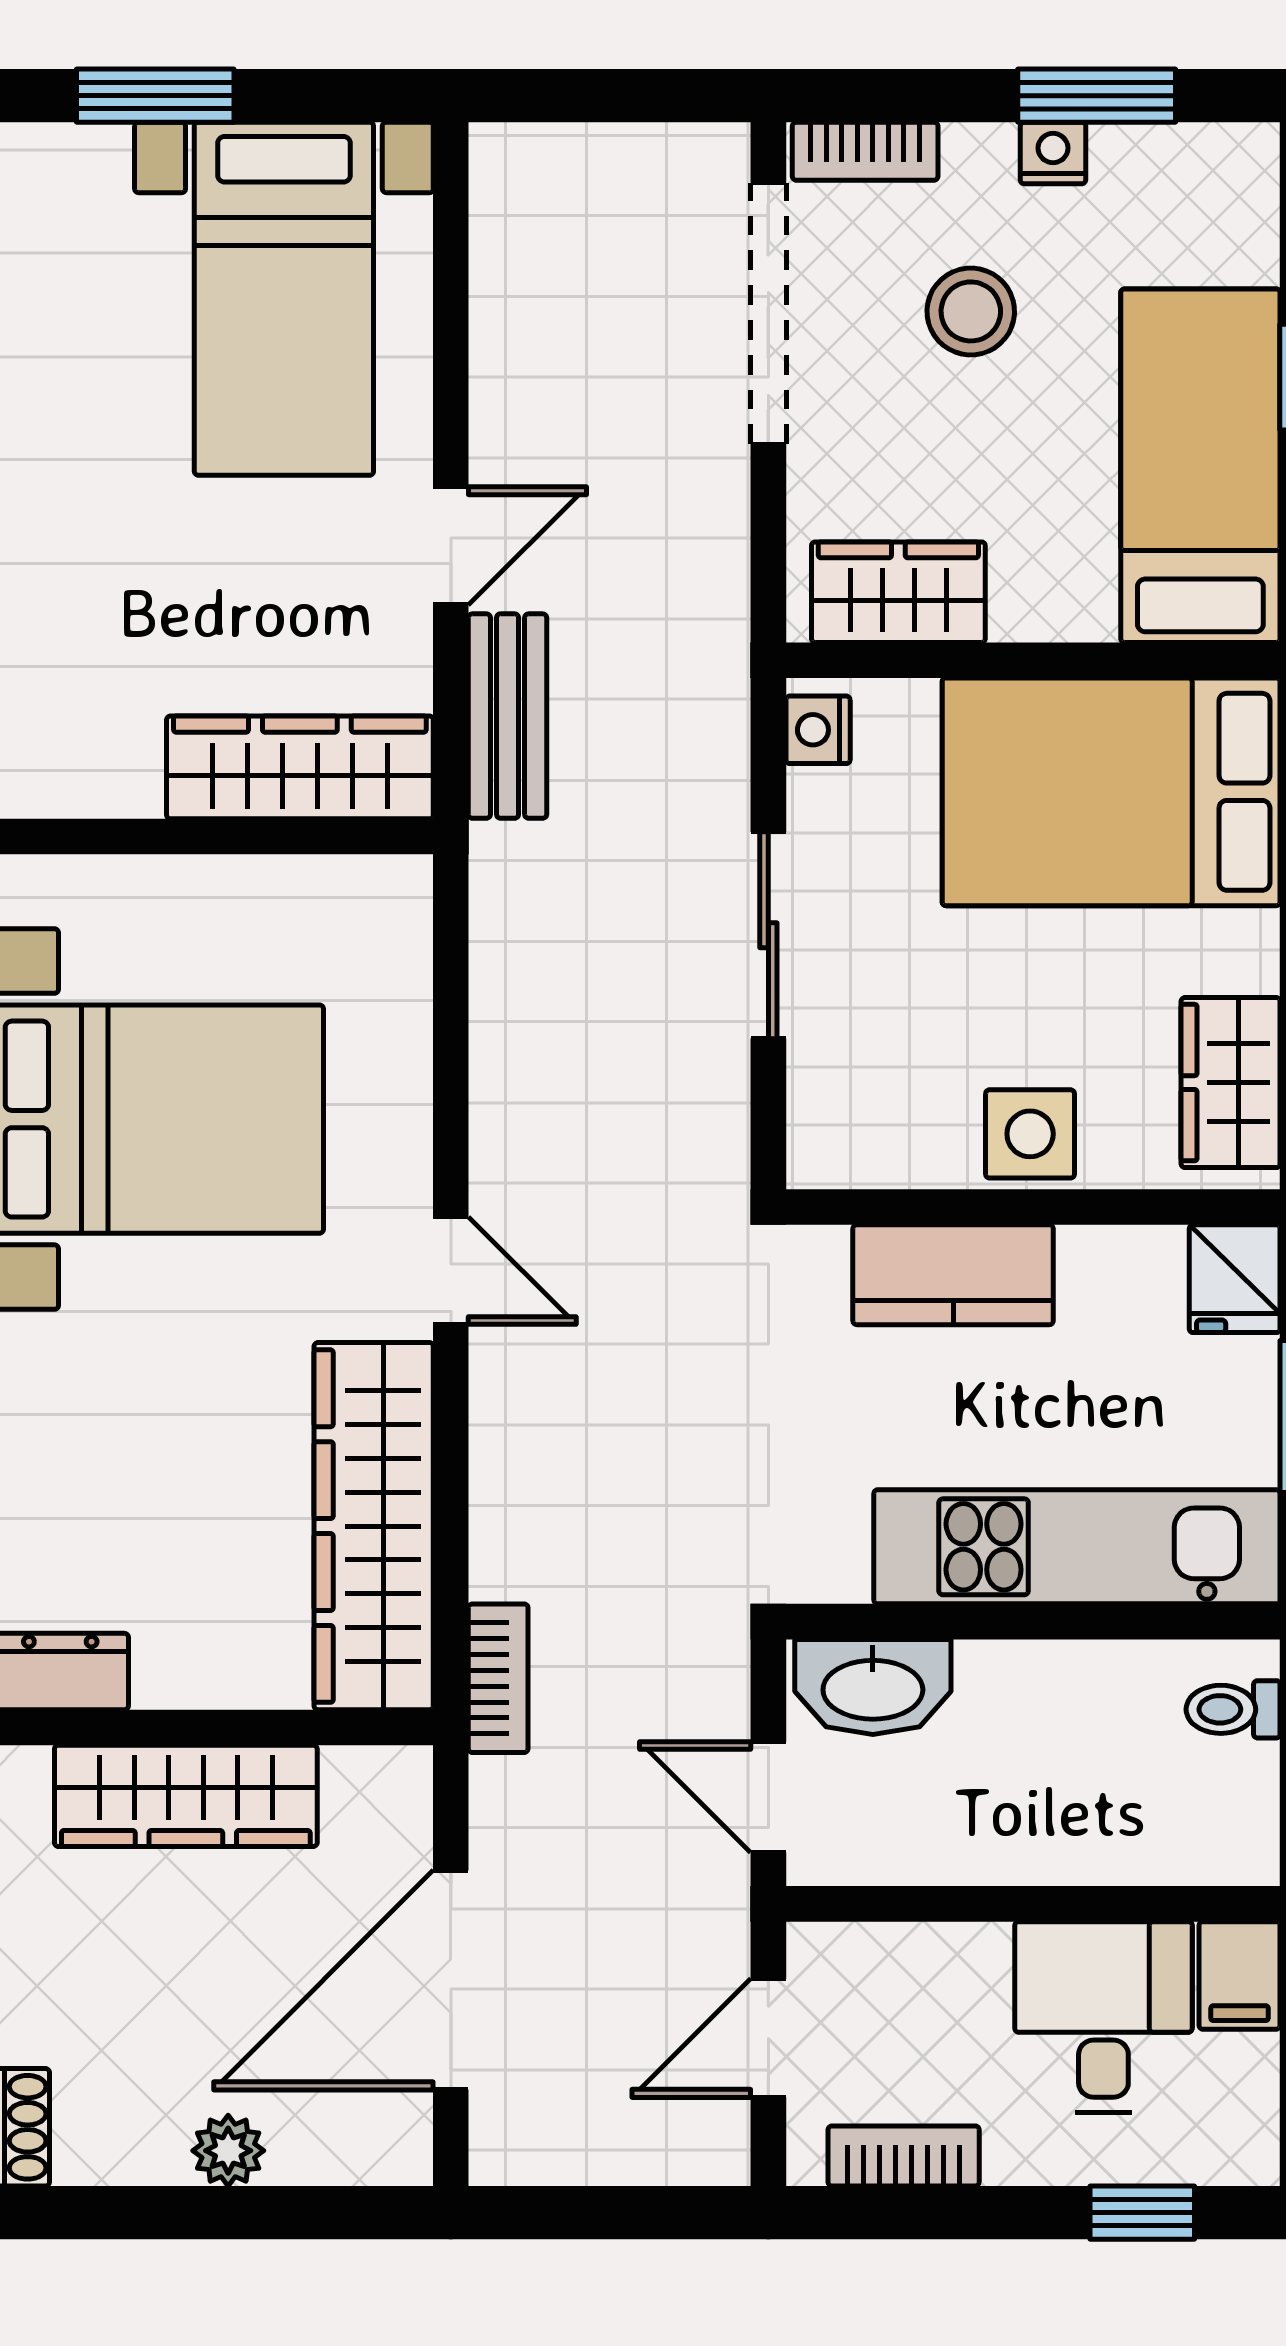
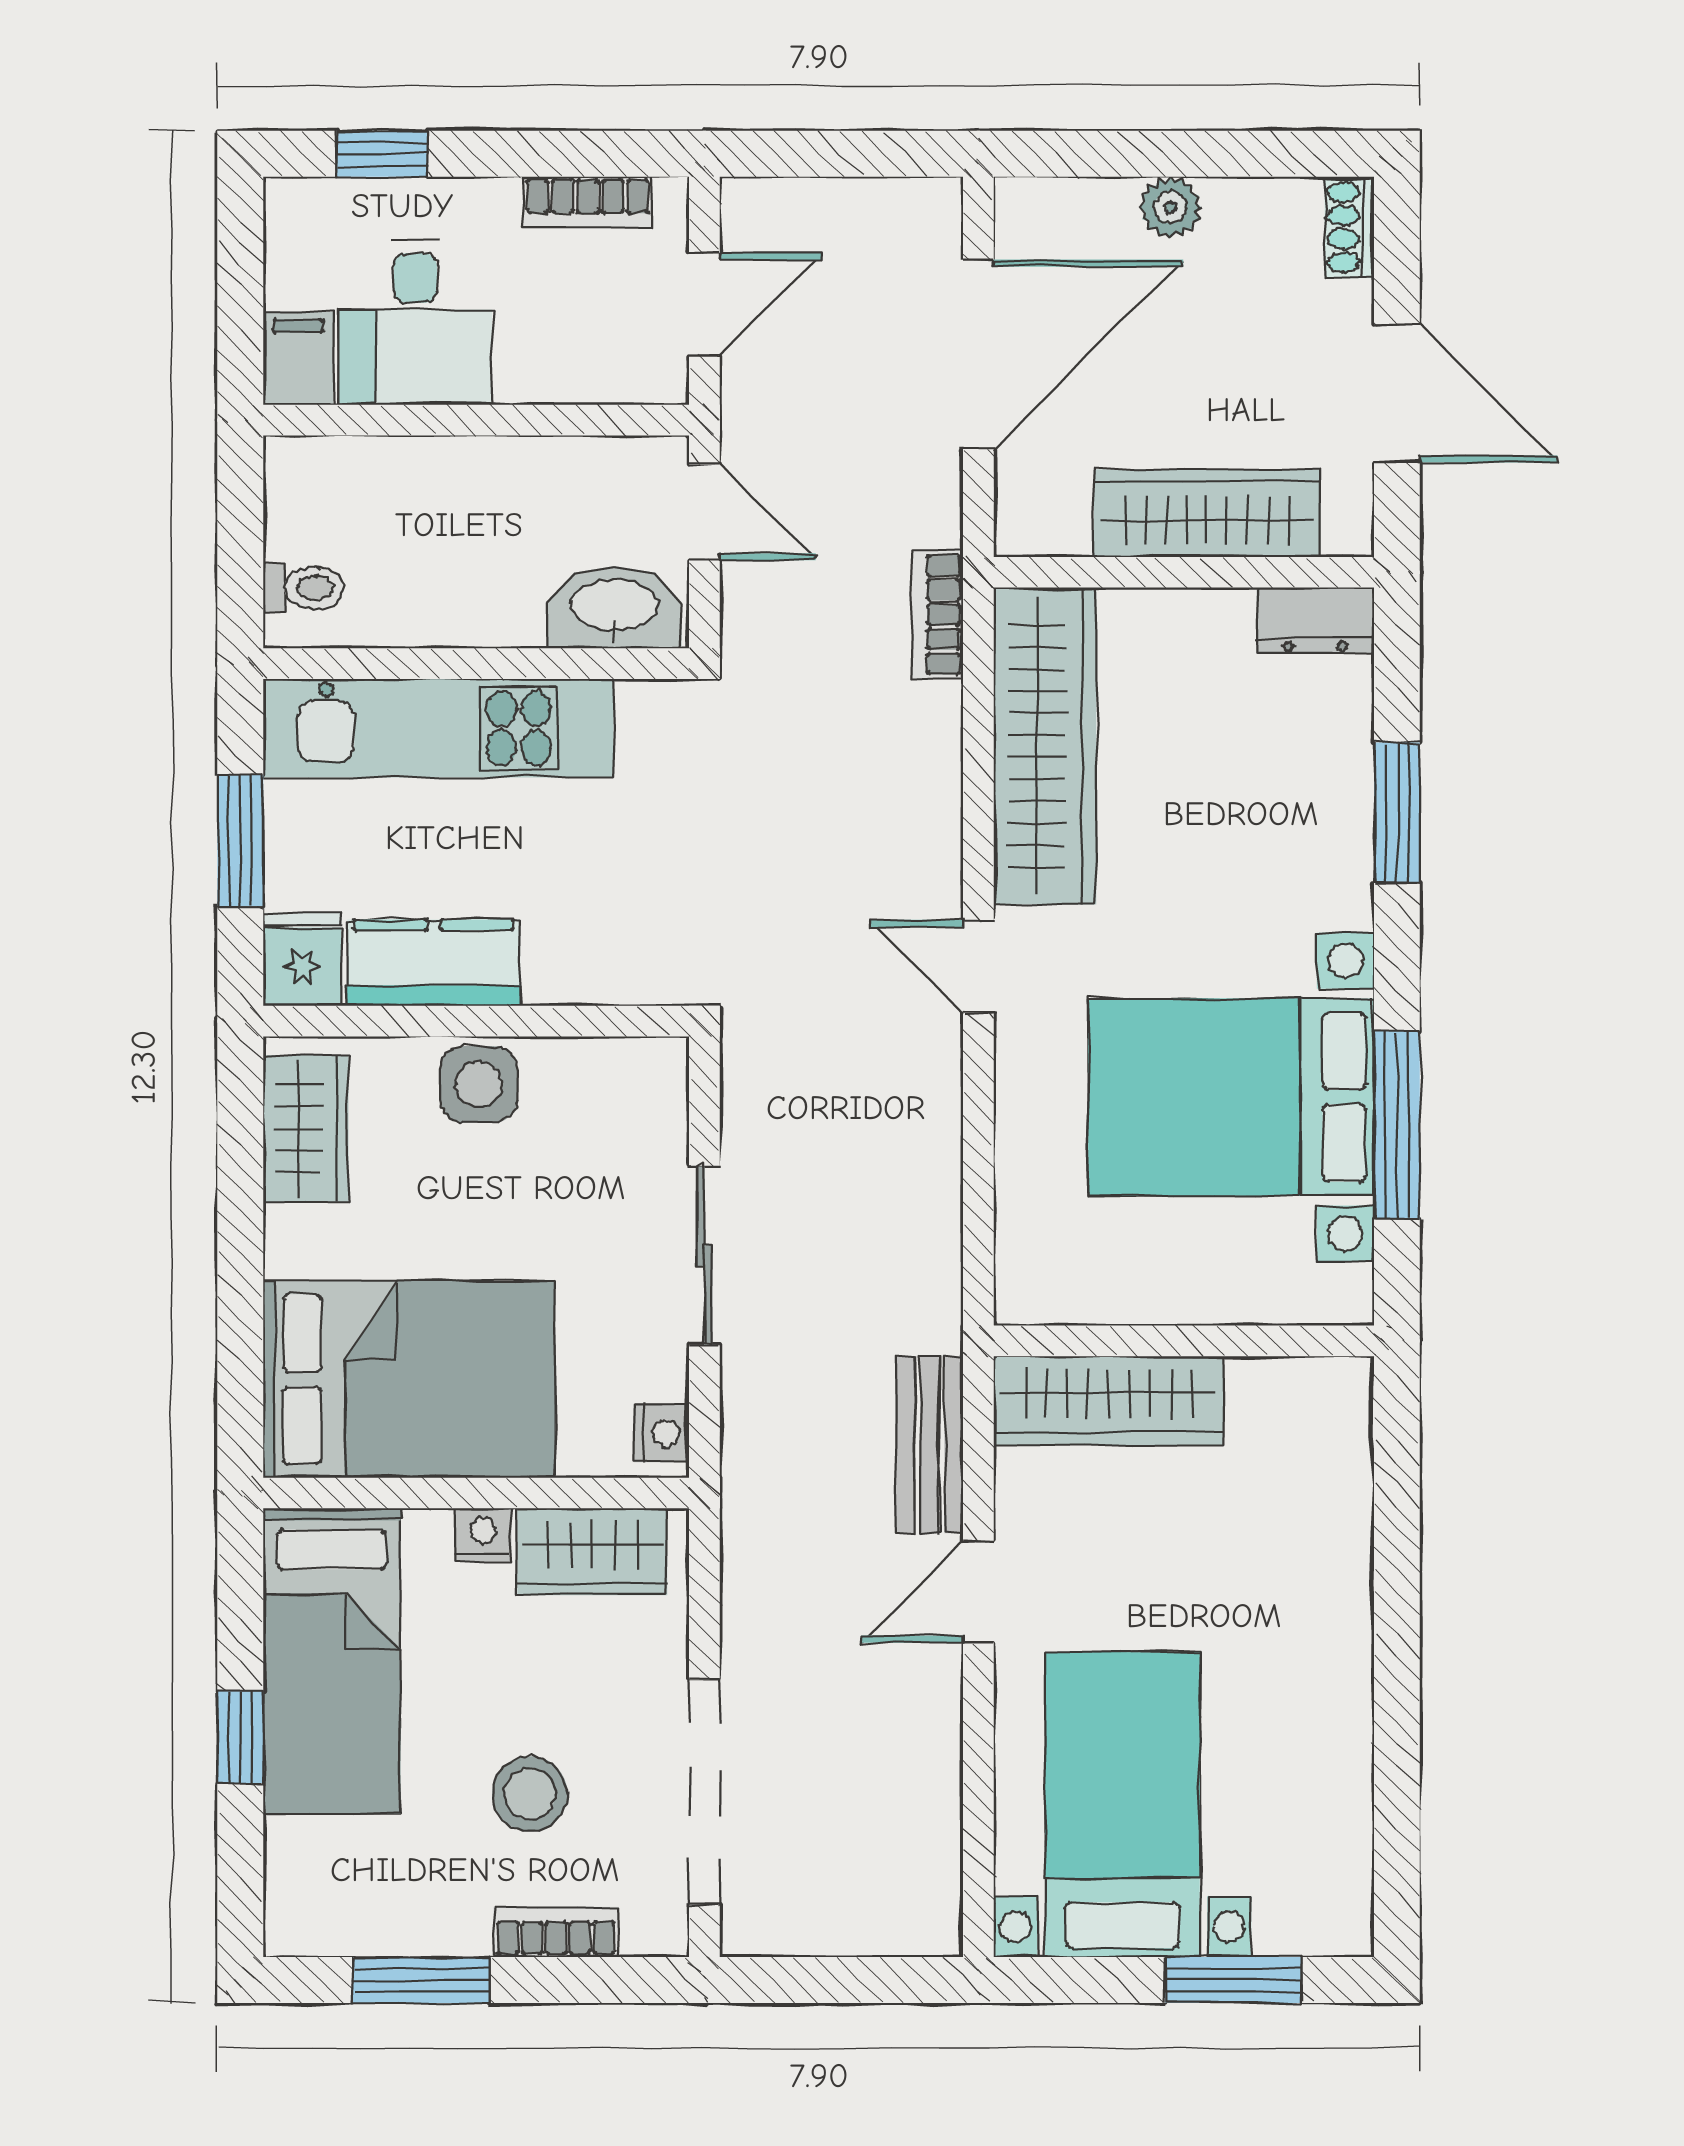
bookcase: (865, 151) -> (556, 1932), moved
nightstand: (1053, 153) -> (483, 1535), moved, turned 180
kitchen counter: (953, 1275) -> (434, 963), moved

